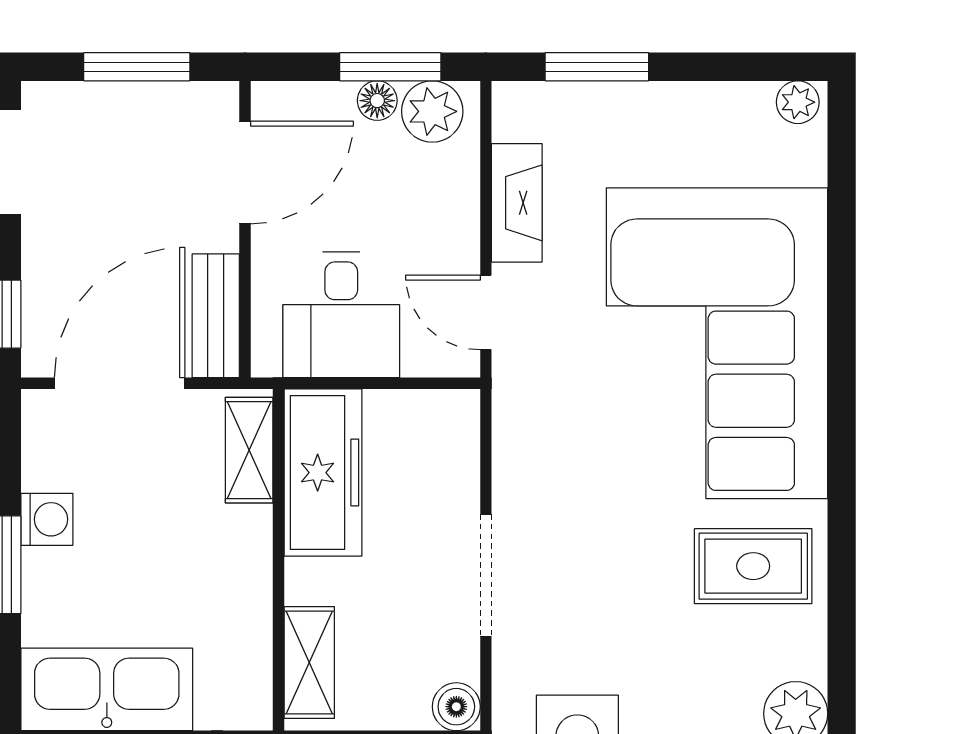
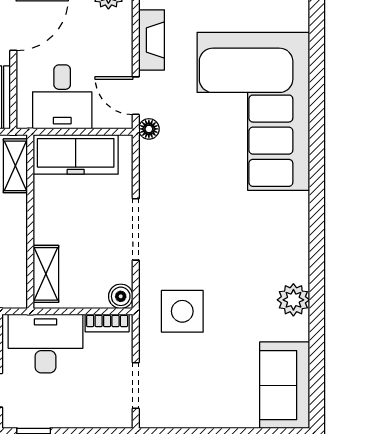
floor lamp: (512, 378) -> (149, 129), added
freezer: (323, 473) -> (76, 154), moved, turned 90
rug: (753, 566) -> (272, 225), removed

